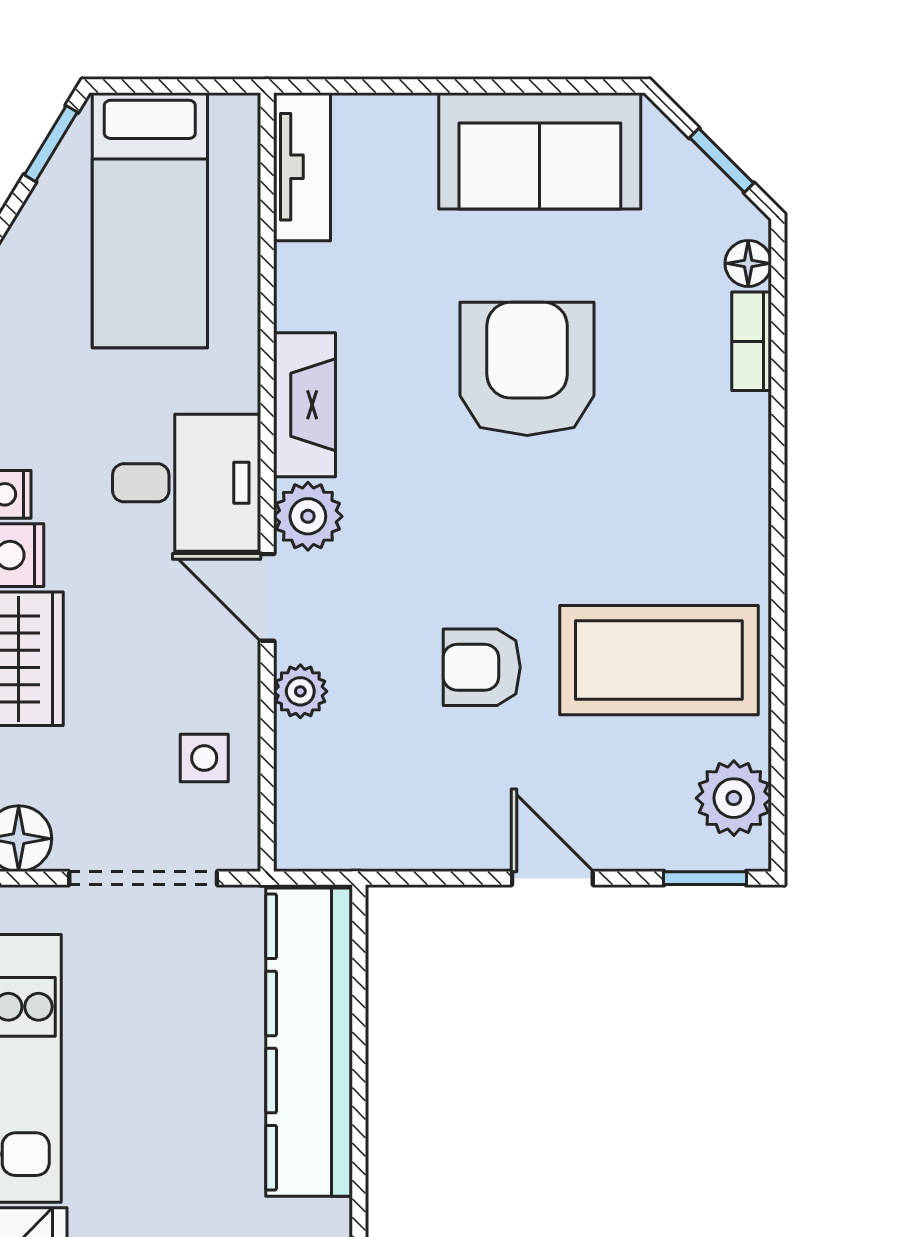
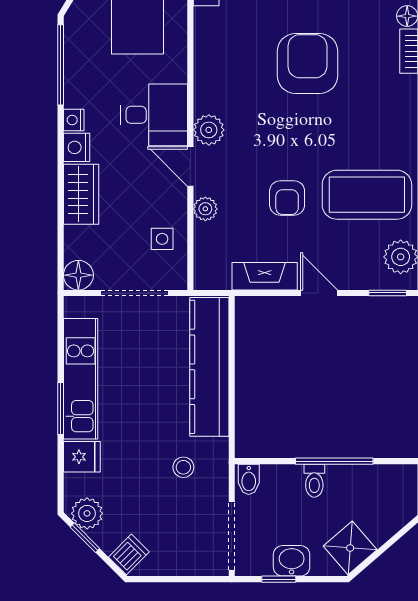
fireplace: (305, 405) -> (265, 276), moved, turned -90
armchair: (482, 667) -> (287, 198), turned -90

